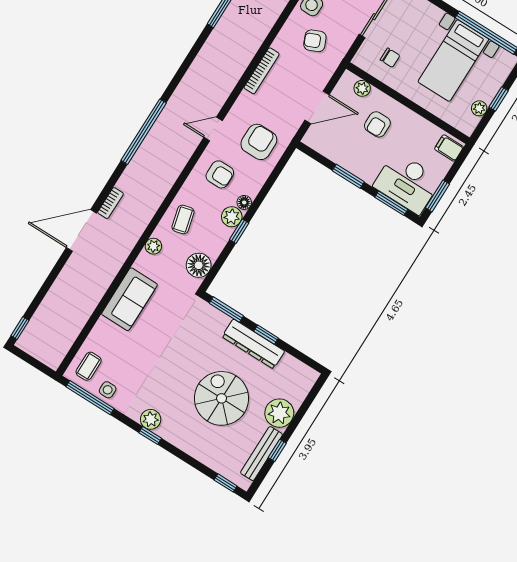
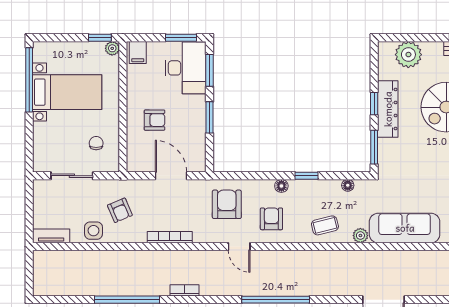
plant: (362, 88) -> (134, 150), removed
window: (499, 99) -> (100, 38), moved
plant: (479, 108) -> (112, 48), moved
armchair: (259, 142) -> (227, 204), turned 90
bookcase: (111, 203) -> (185, 290), moved
plant: (232, 217) -> (299, 189), removed
floor lamp: (199, 265) -> (348, 185), width x0.53, depth x0.53
sofa: (129, 299) -> (405, 228), width x1.36
plant: (279, 413) -> (408, 55), moved

